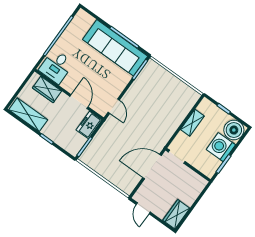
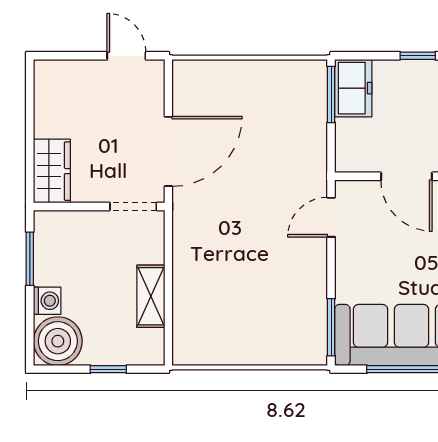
door: (114, 106) -> (331, 217), hinge flipped
freezer: (89, 125) -> (353, 88), moved
washing machine: (221, 147) -> (47, 301), width x0.53, depth x0.53
wardrobe: (176, 214) -> (52, 171), moved

